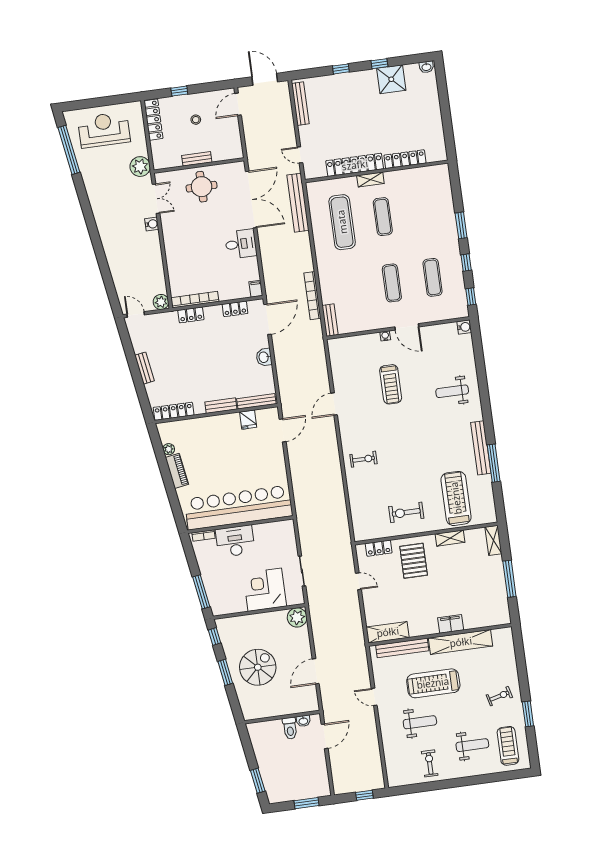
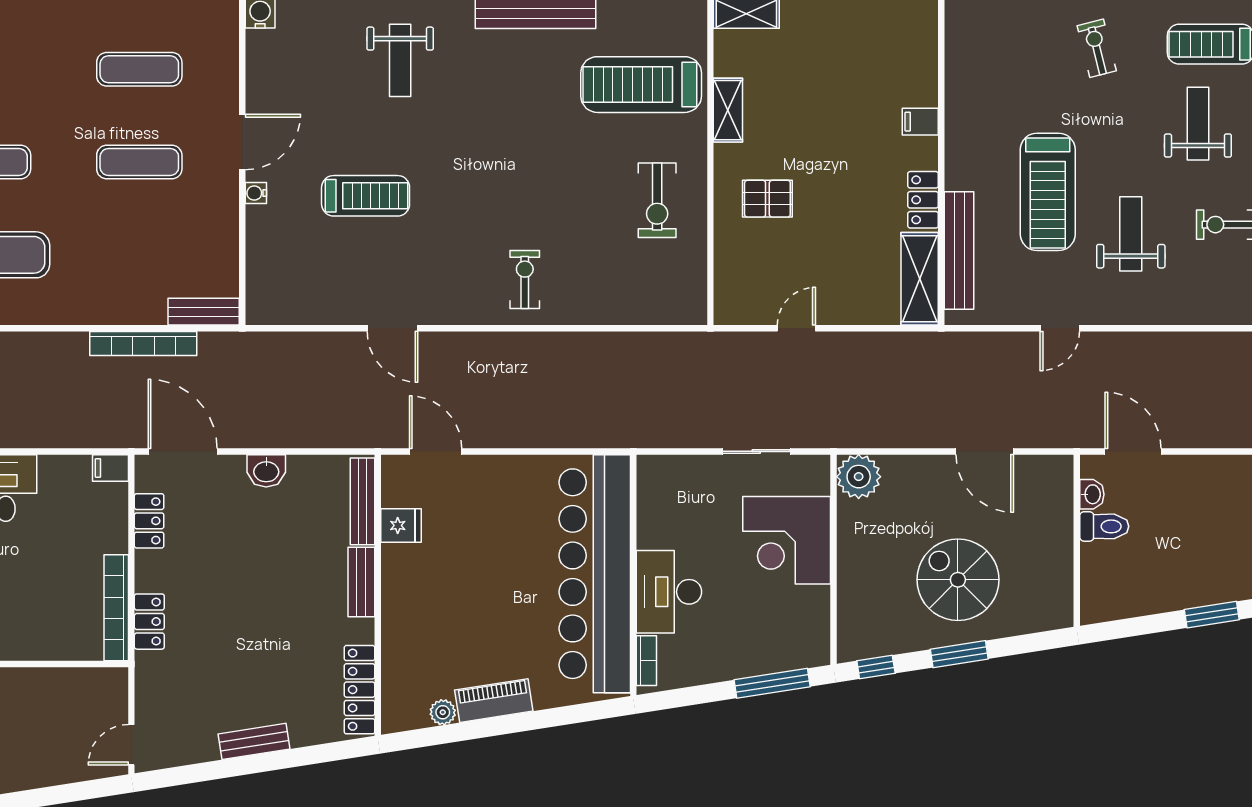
plant: (161, 302) -> (111, 684), removed
locker: (379, 548) -> (923, 200), moved, turned 180
pallet: (414, 561) -> (767, 199), width x0.67, depth x0.71
filing cabinet: (451, 624) -> (920, 122), width x0.50
shelving: (461, 642) -> (964, 118), removed

